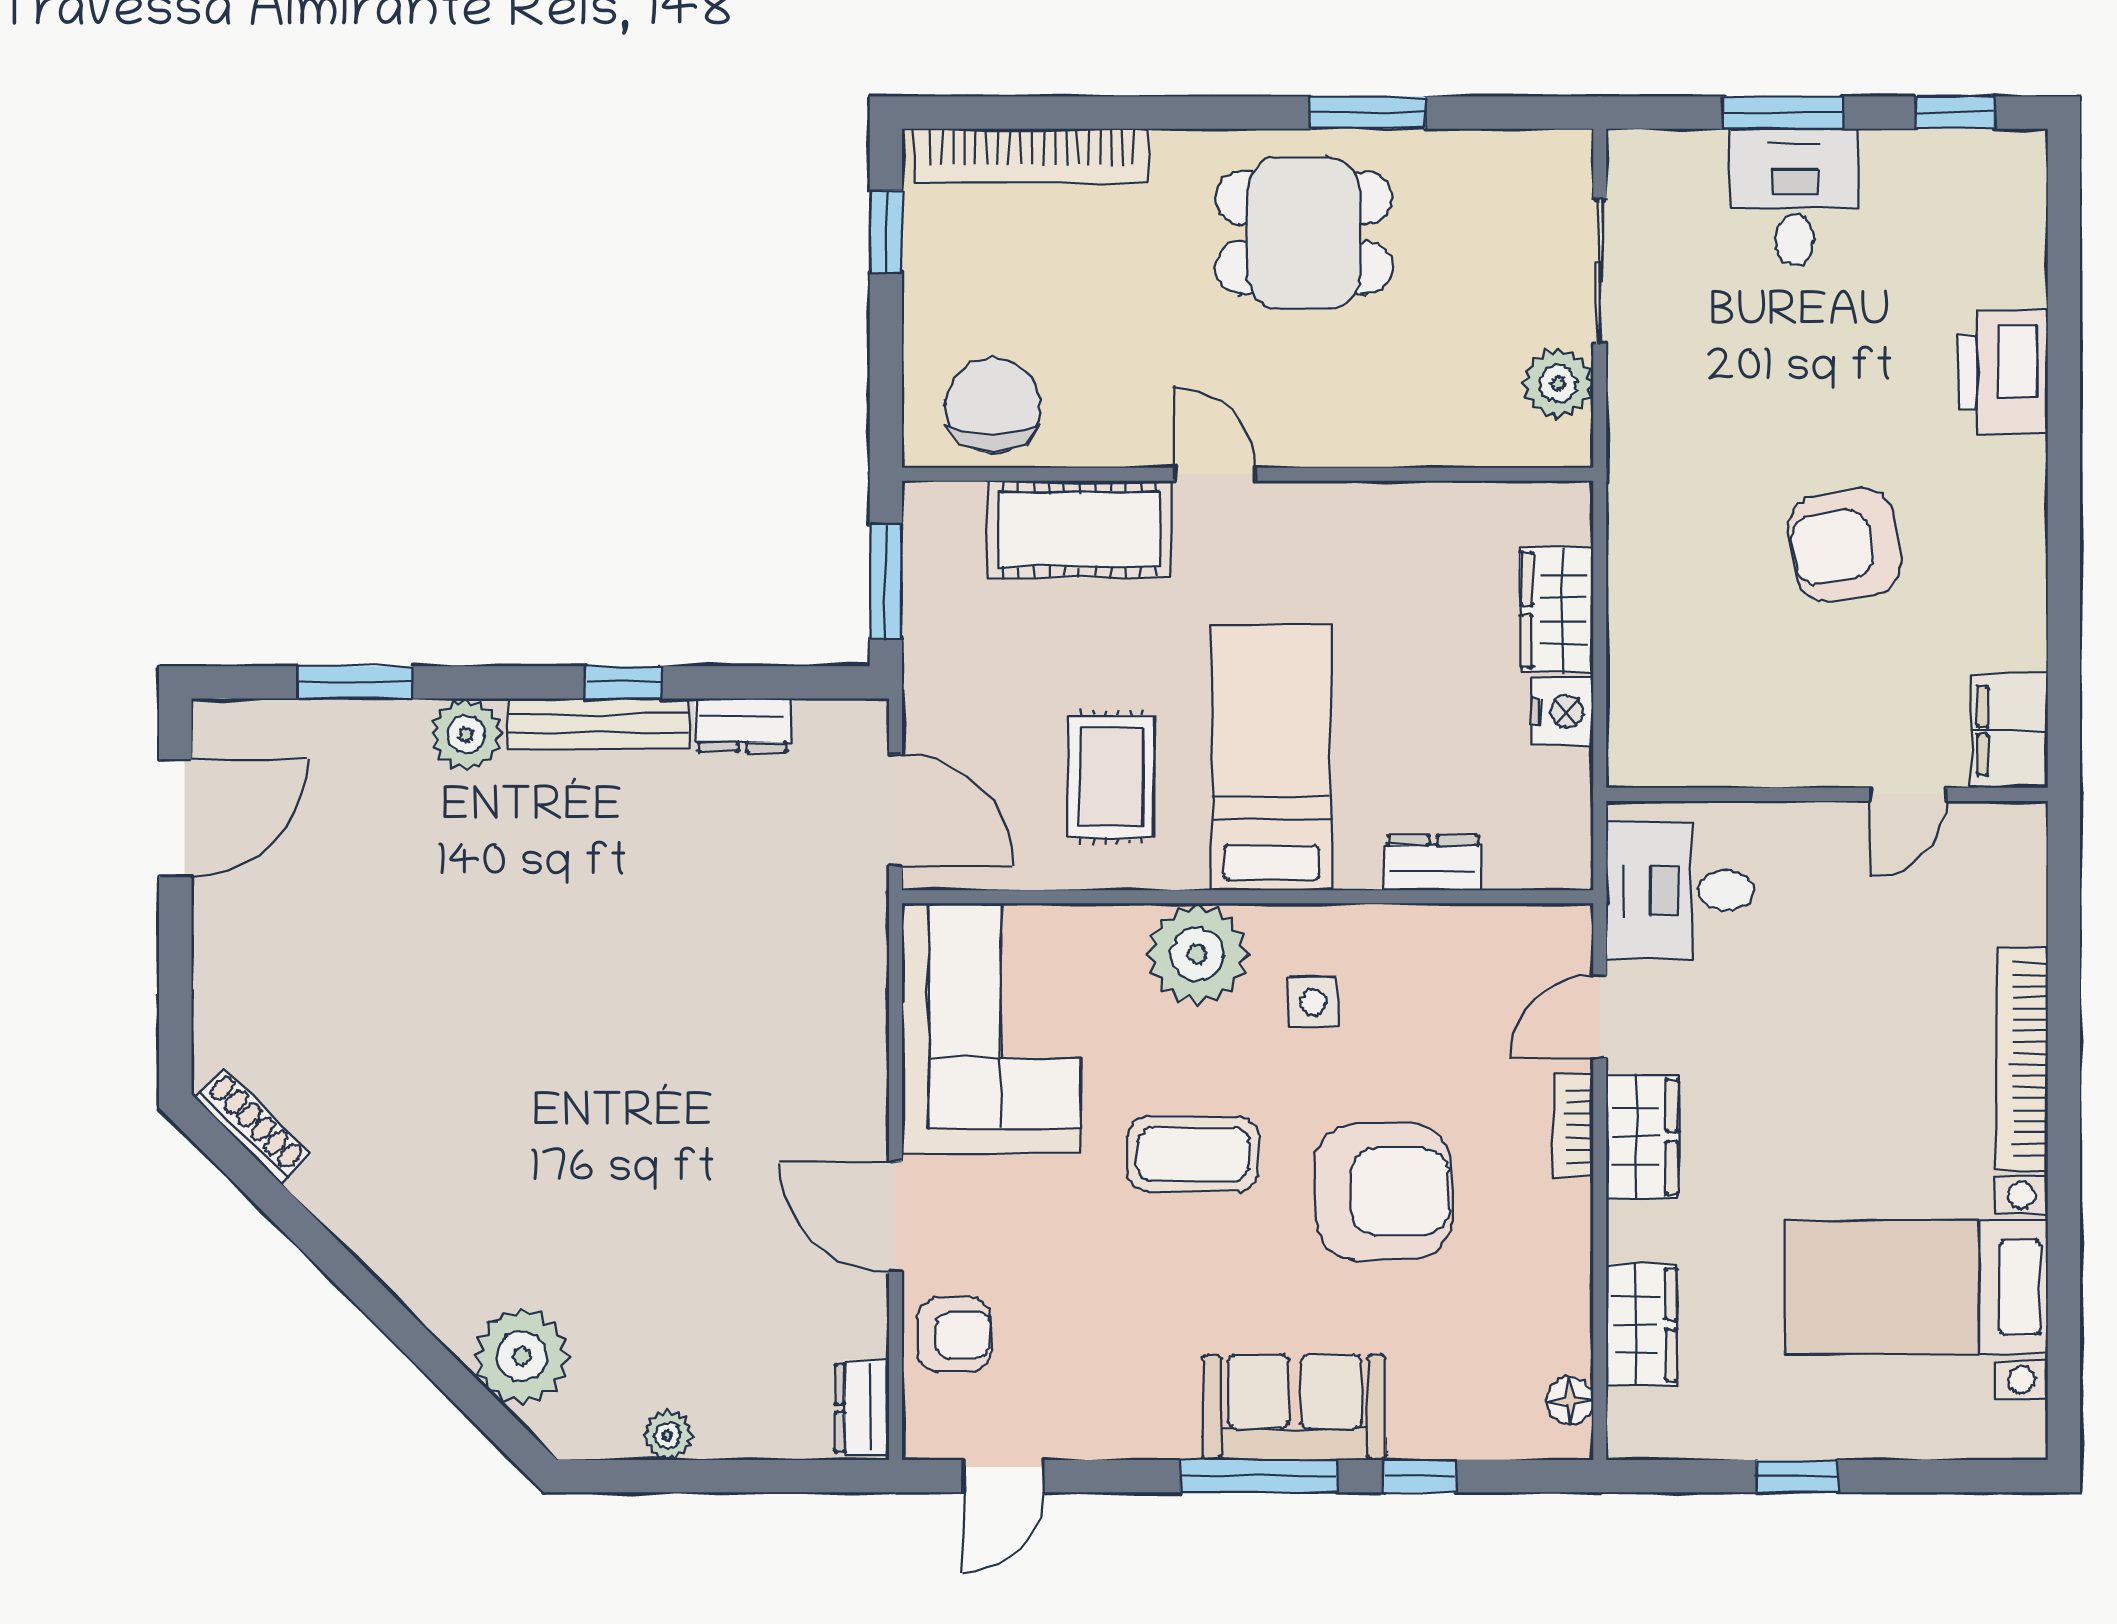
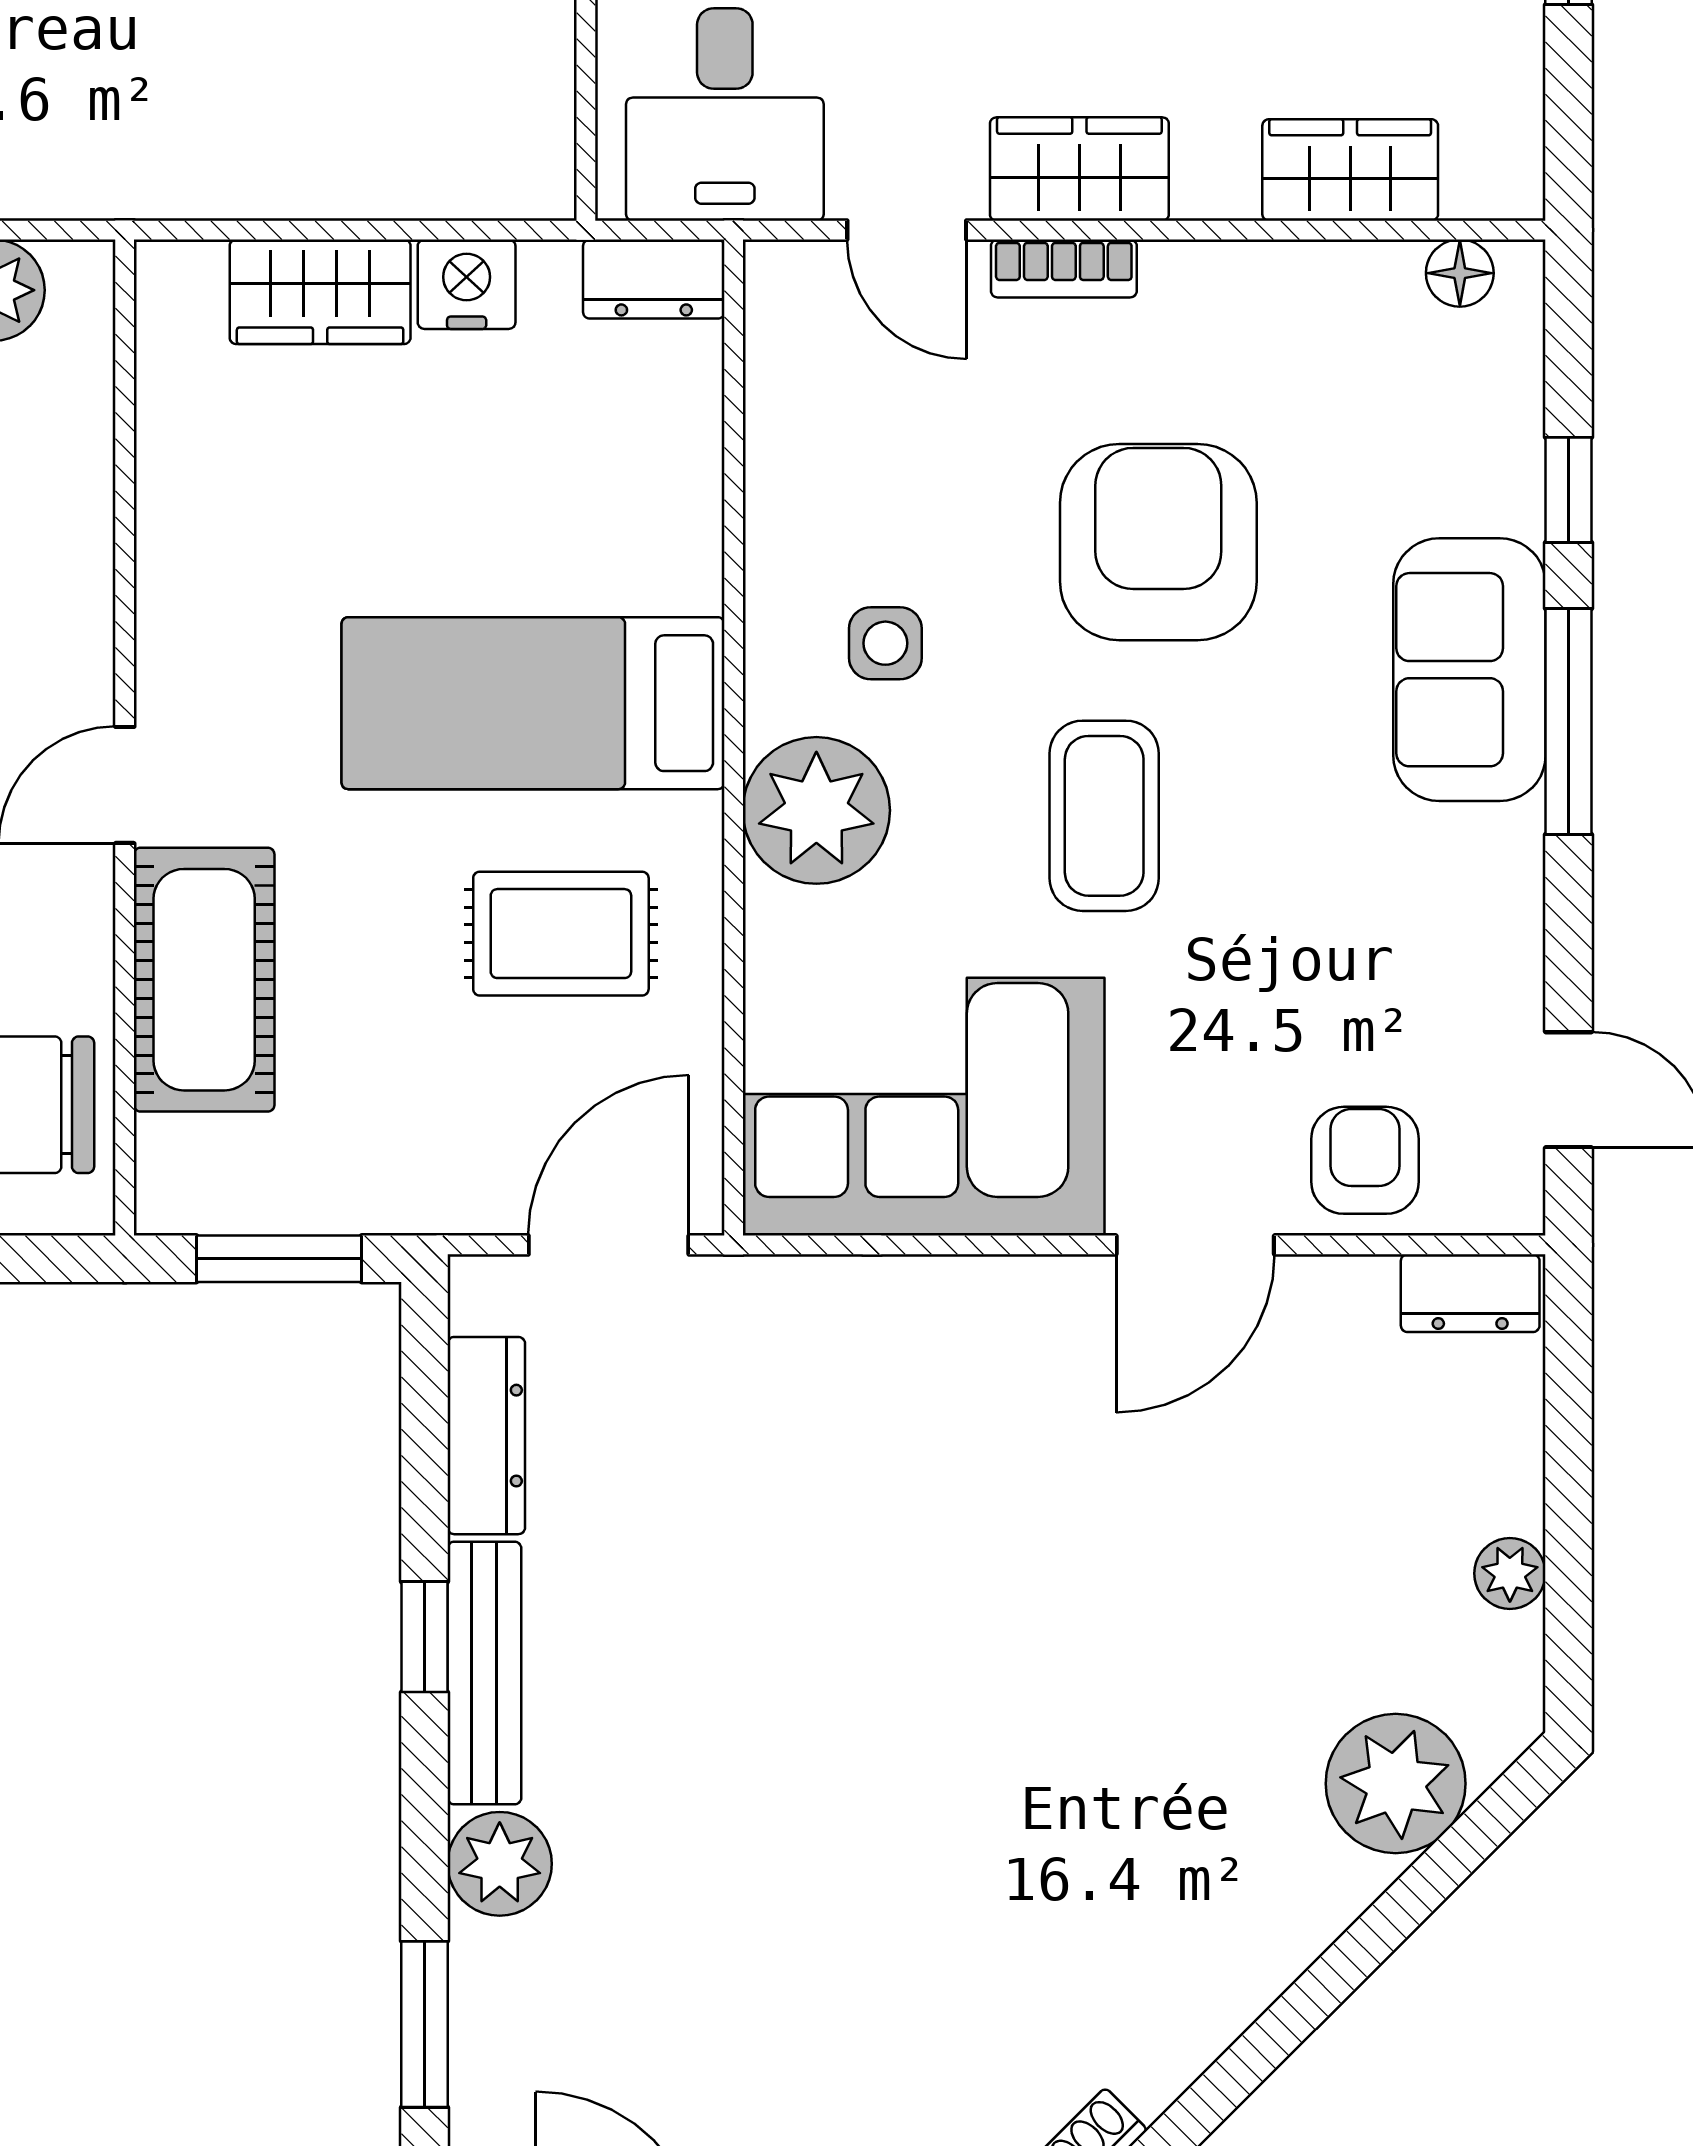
dresser: (742, 725) -> (486, 1436), width x1.44
dresser: (1433, 863) -> (654, 279), moved, turned -90

